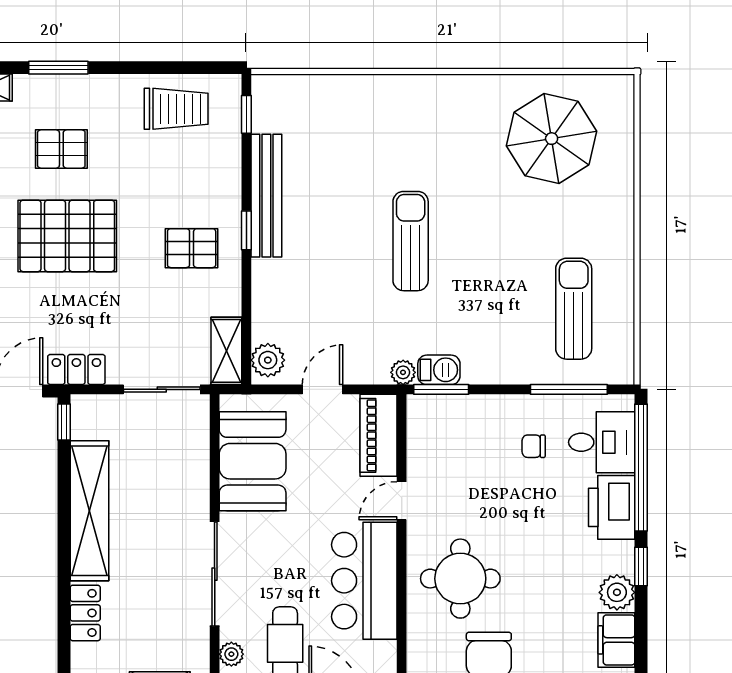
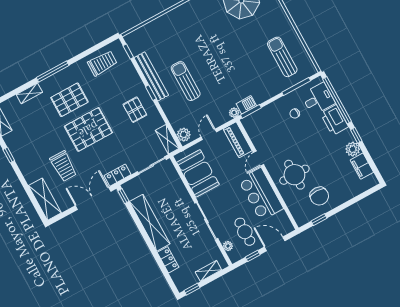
window: (58, 68) -> (53, 71), width x1.44
pallet: (61, 149) -> (69, 100), width x1.50, depth x1.42
sun lounger: (411, 241) -> (186, 81), moved
pallet: (192, 248) -> (135, 110), turned 90

